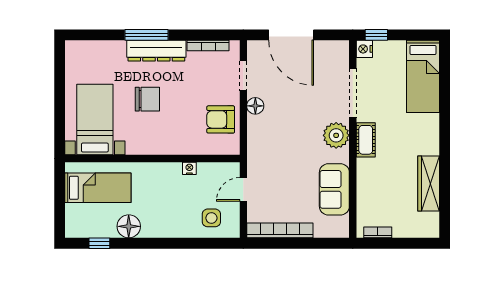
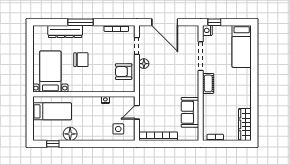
dresser: (156, 51) -> (65, 31), moved
plant: (336, 135) -> (191, 81), removed
wardrobe: (429, 183) -> (245, 124), moved

